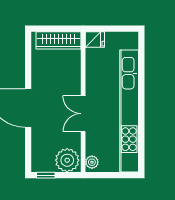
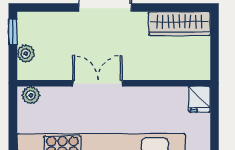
wardrobe: (58, 40) -> (179, 24), moved, turned -90
plant: (67, 160) -> (26, 54), width x0.53, depth x0.53

